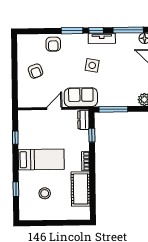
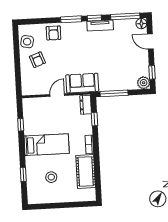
side table: (92, 65) -> (27, 42), moved

